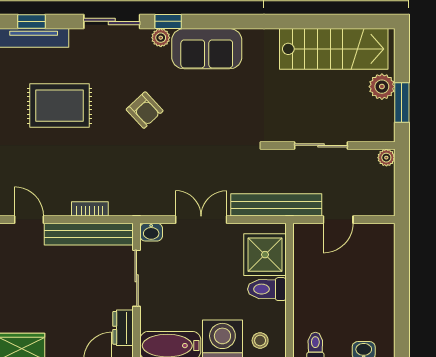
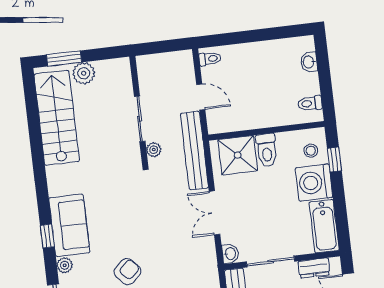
window: (168, 21) -> (47, 236), moved
window: (402, 102) -> (64, 58), moved
plant: (386, 158) -> (154, 150), moved
toilet: (381, 236) -> (210, 59), added

